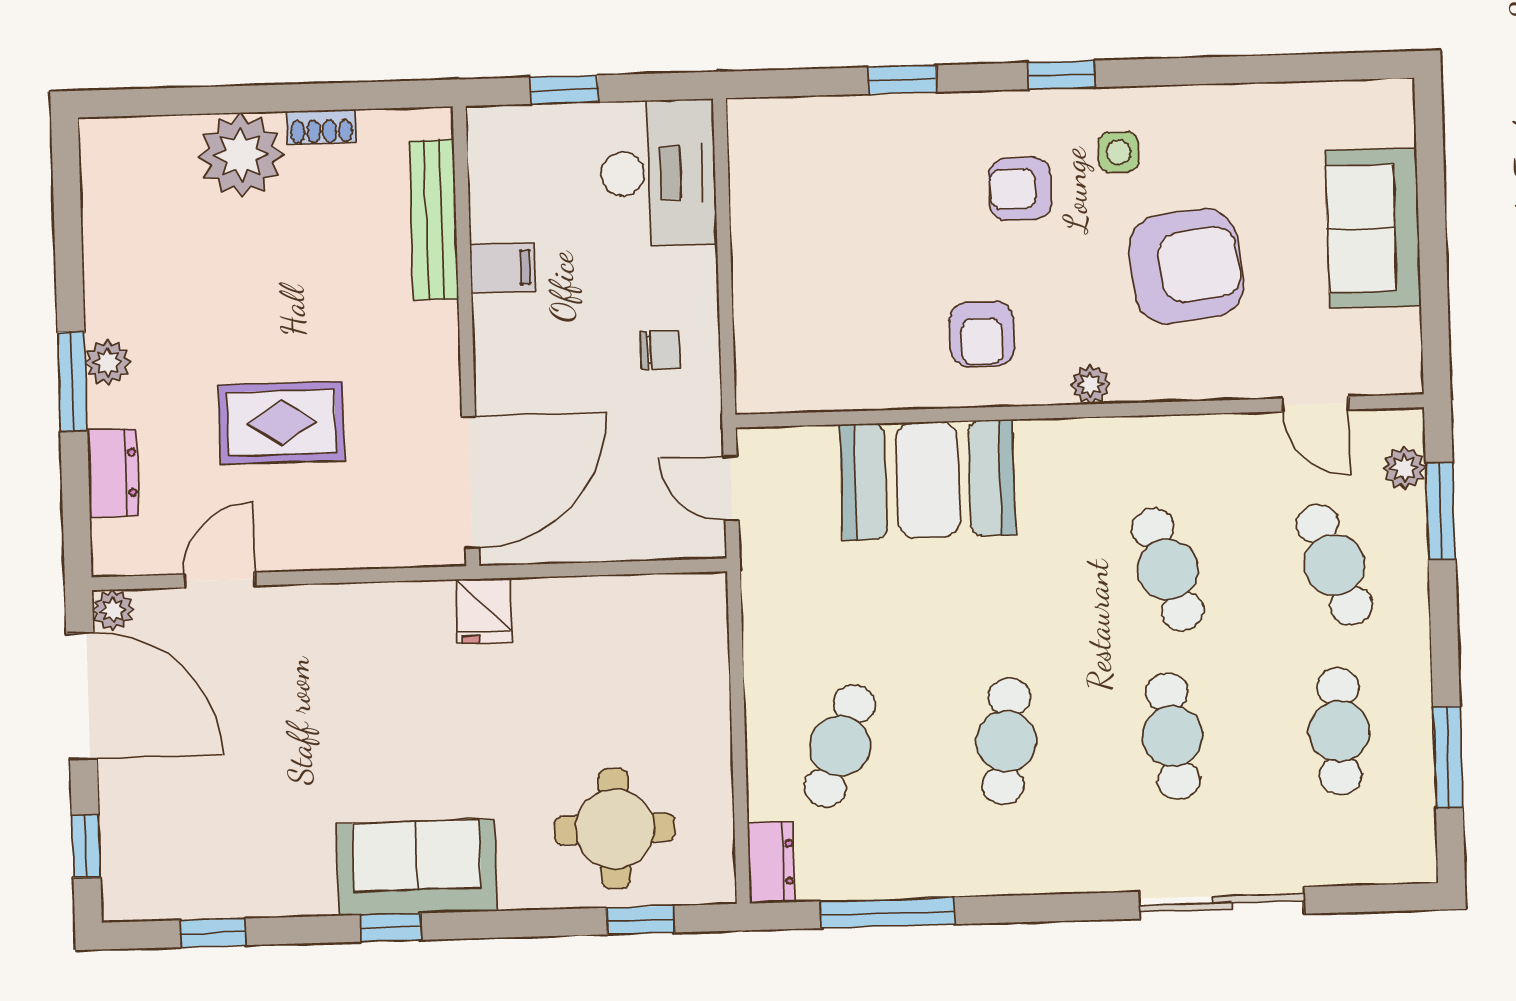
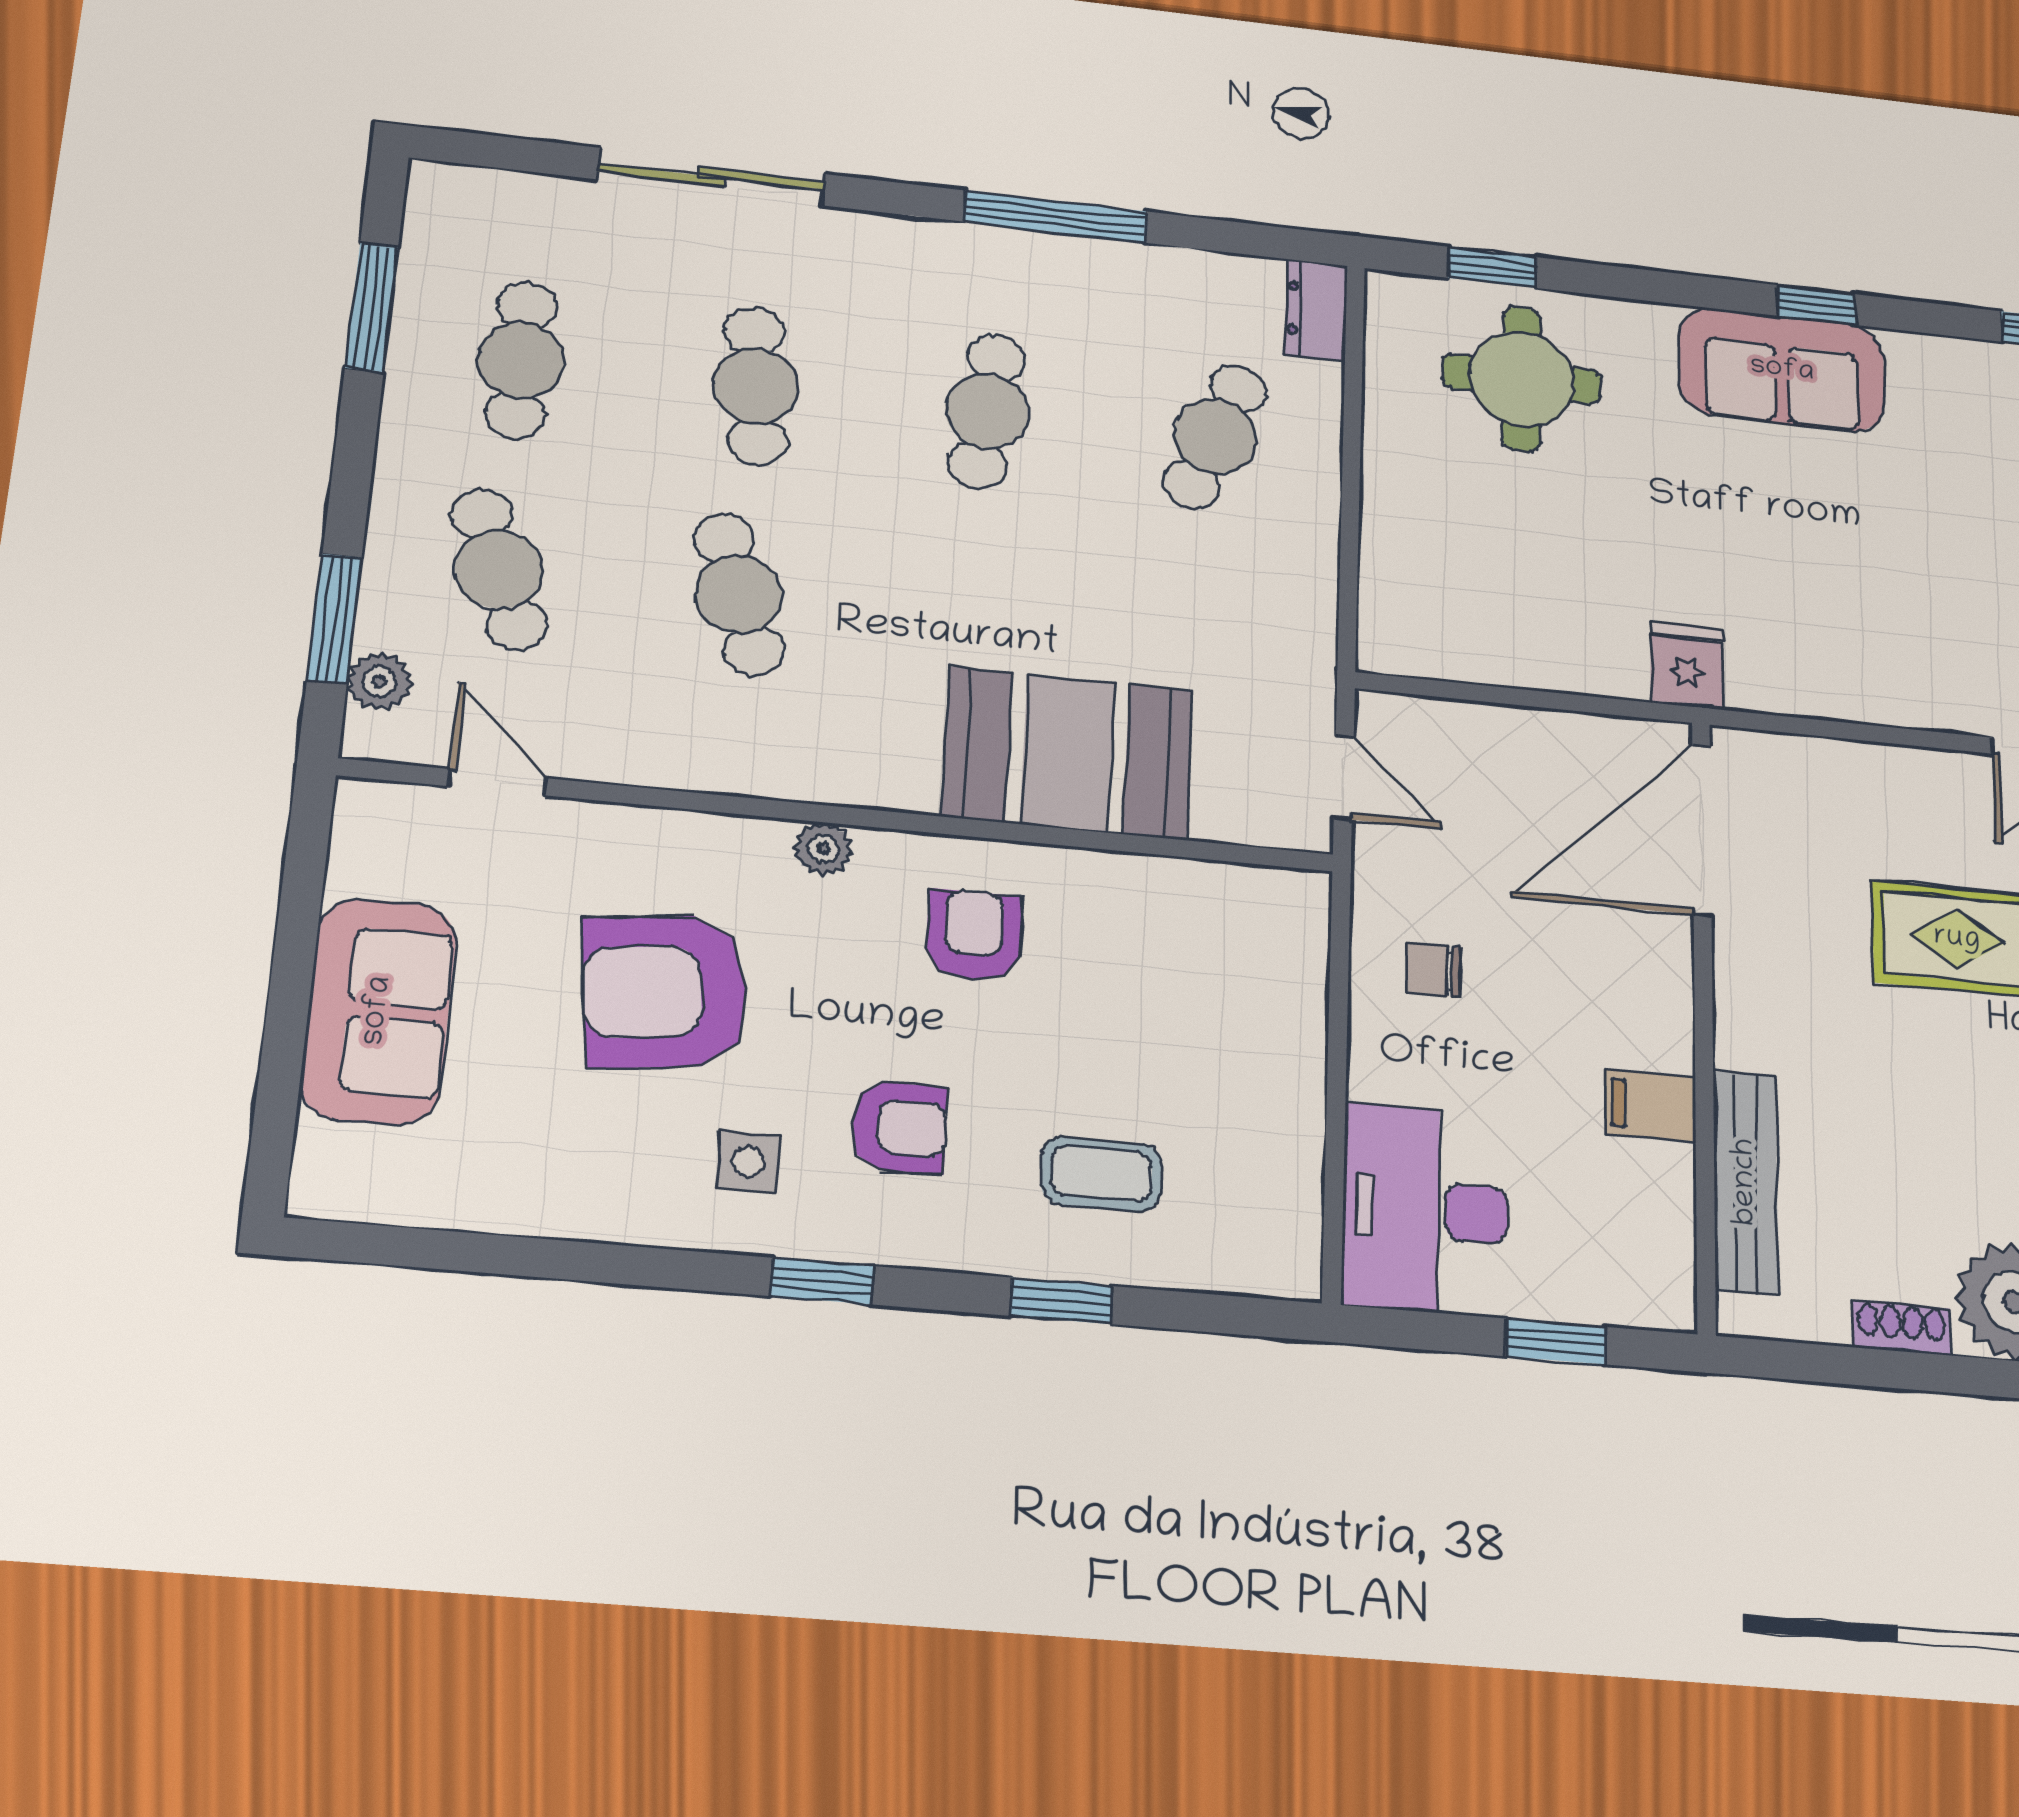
coffee table: (882, 172) -> (1101, 1174), added
window: (888, 913) -> (1055, 217), moved

